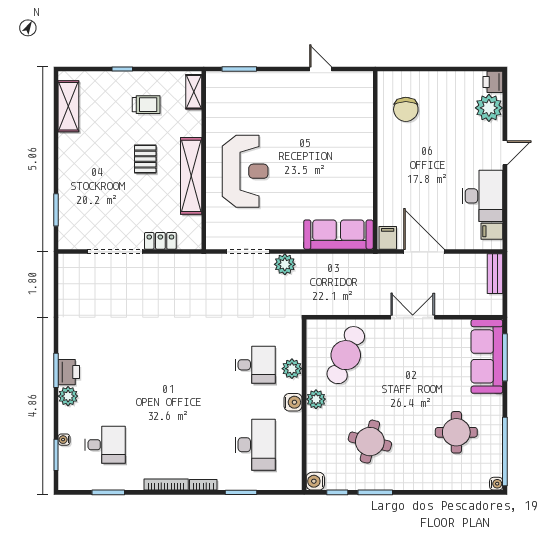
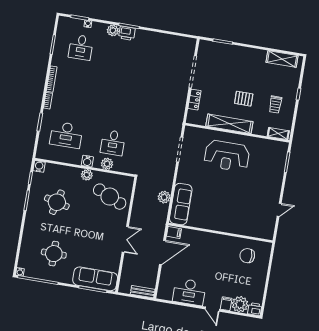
filing cabinet: (492, 231) -> (226, 304), moved
plant: (285, 264) -> (164, 197), moved

